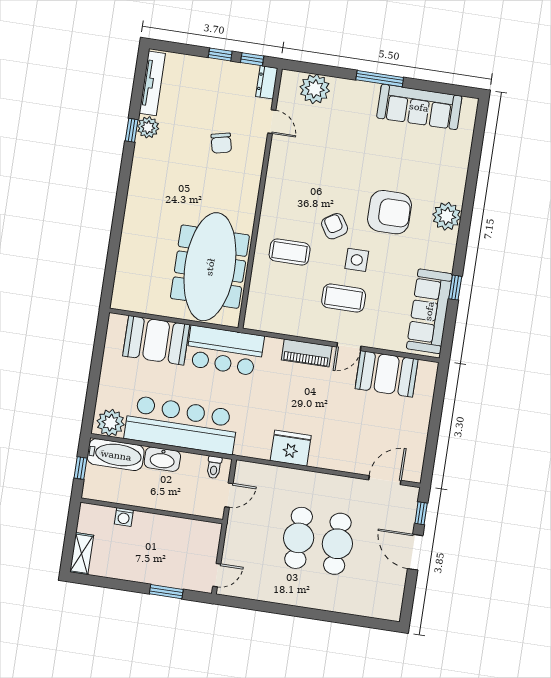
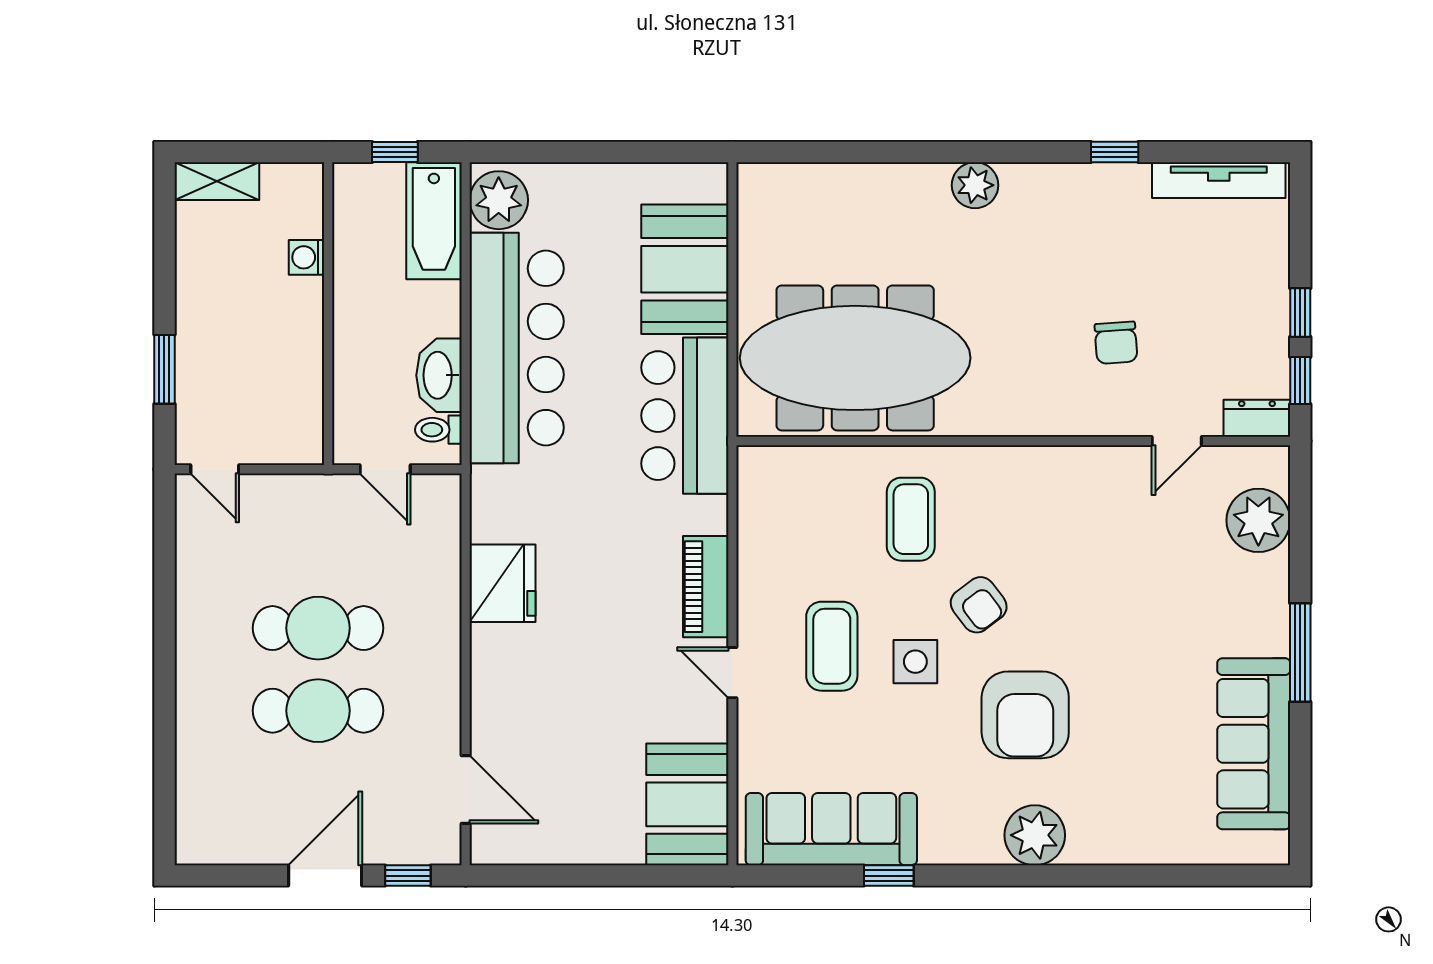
plant: (148, 127) -> (975, 185), moved
chair: (221, 143) -> (1116, 343), turned -81
armchair: (335, 226) -> (979, 605), turned 85
booth: (387, 374) -> (687, 804), moved
washbasin: (162, 459) -> (439, 375), moved

